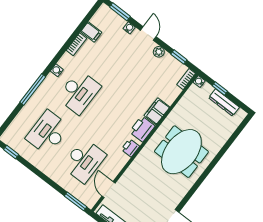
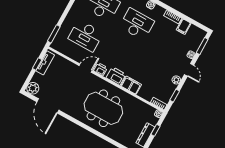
door: (148, 33) -> (189, 70), hinge flipped
desk: (79, 92) -> (137, 24), turned 180
door: (109, 190) -> (86, 68), moved

